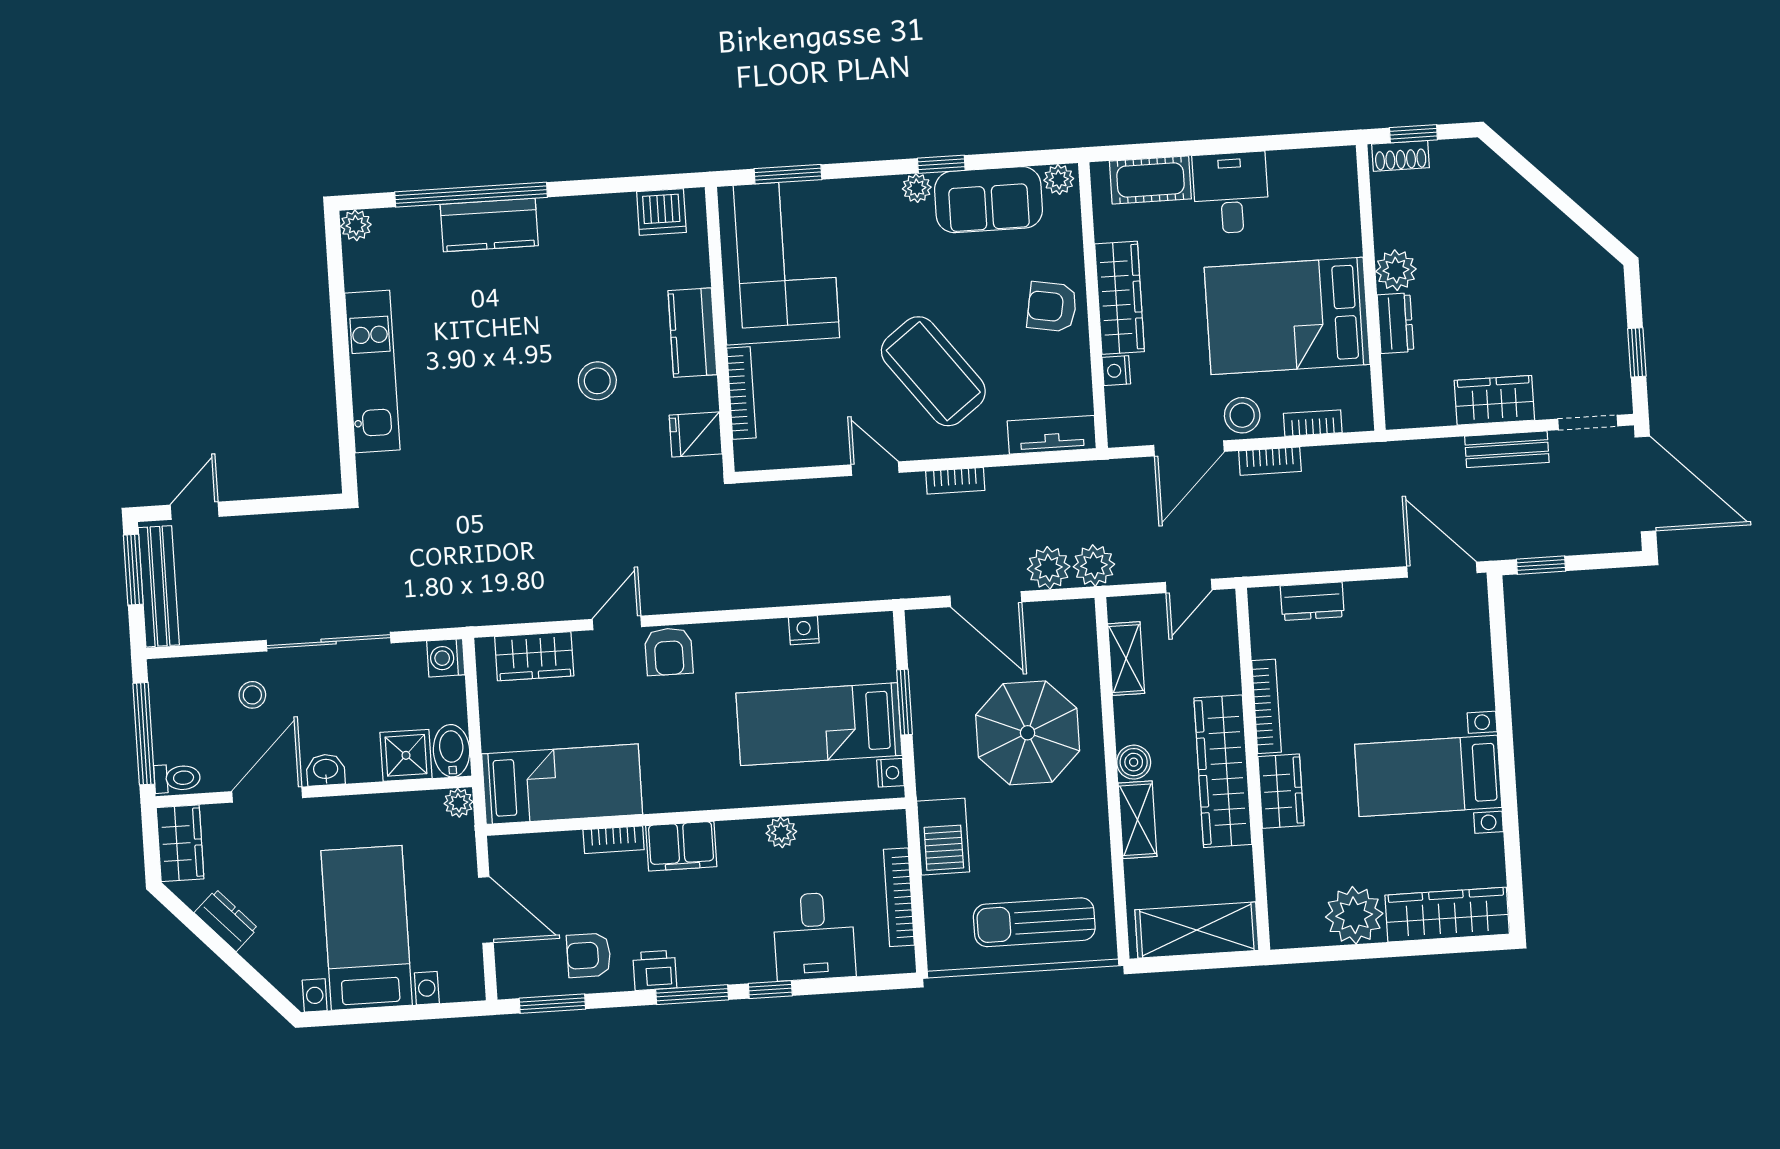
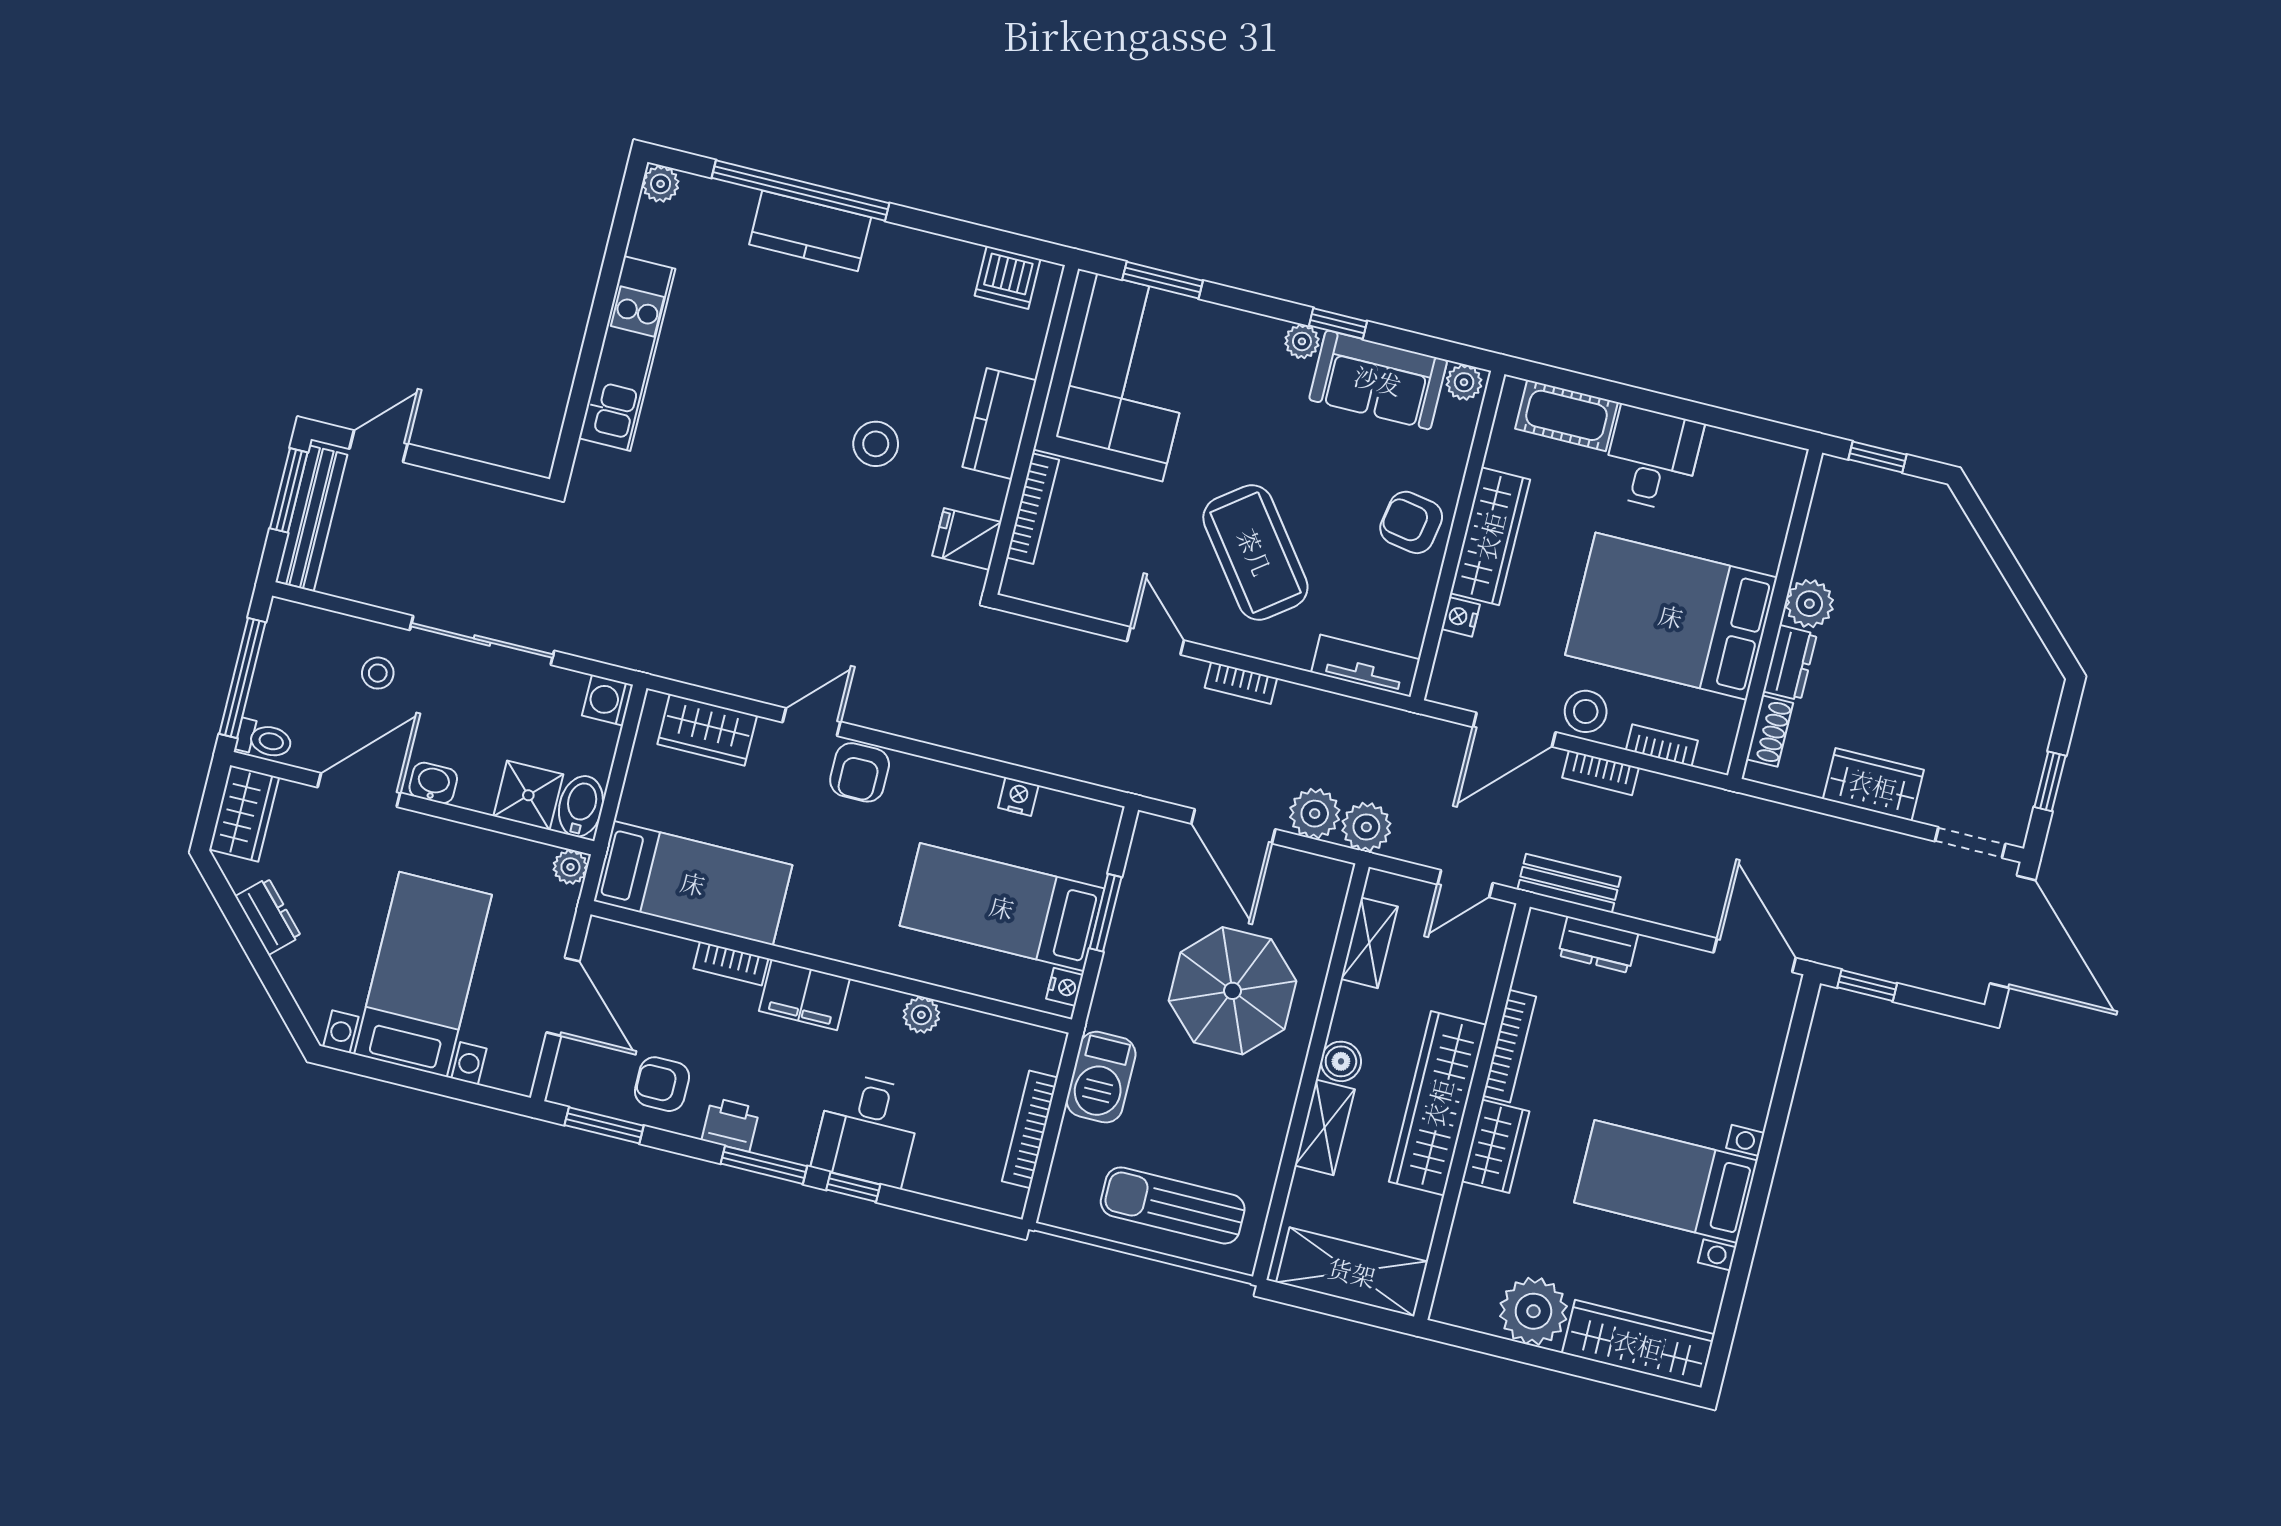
shoe rack: (1400, 156) -> (1770, 731), moved, turned -90
bench: (1507, 449) -> (1569, 883), moved
desk: (814, 936) -> (868, 1130), moved

